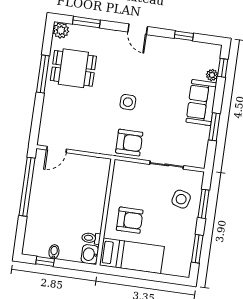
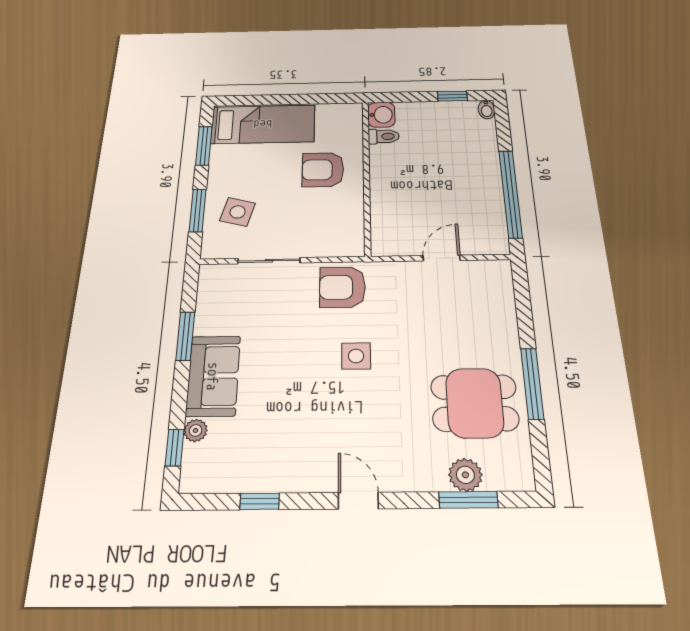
plant: (61, 30) -> (465, 475), moved
door: (57, 149) -> (442, 258), moved
bidet: (54, 252) -> (486, 110), moved
bed: (132, 256) -> (263, 124), moved, turned 180

